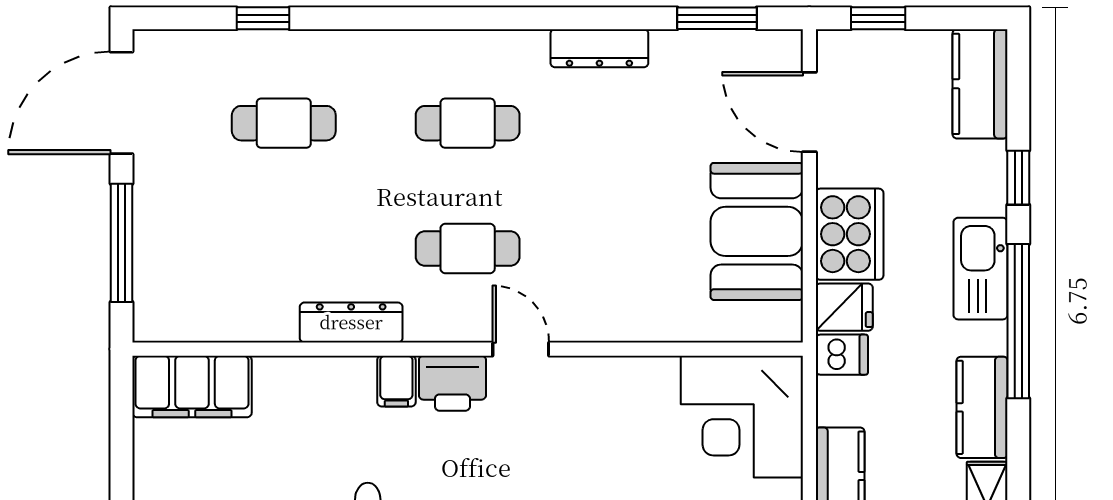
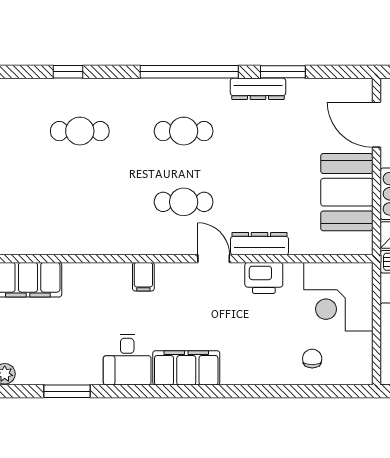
window: (478, 18) -> (189, 72), added
window: (717, 18) -> (283, 72), moved
dresser: (351, 322) -> (260, 244), moved
printer: (452, 383) -> (264, 278), moved

